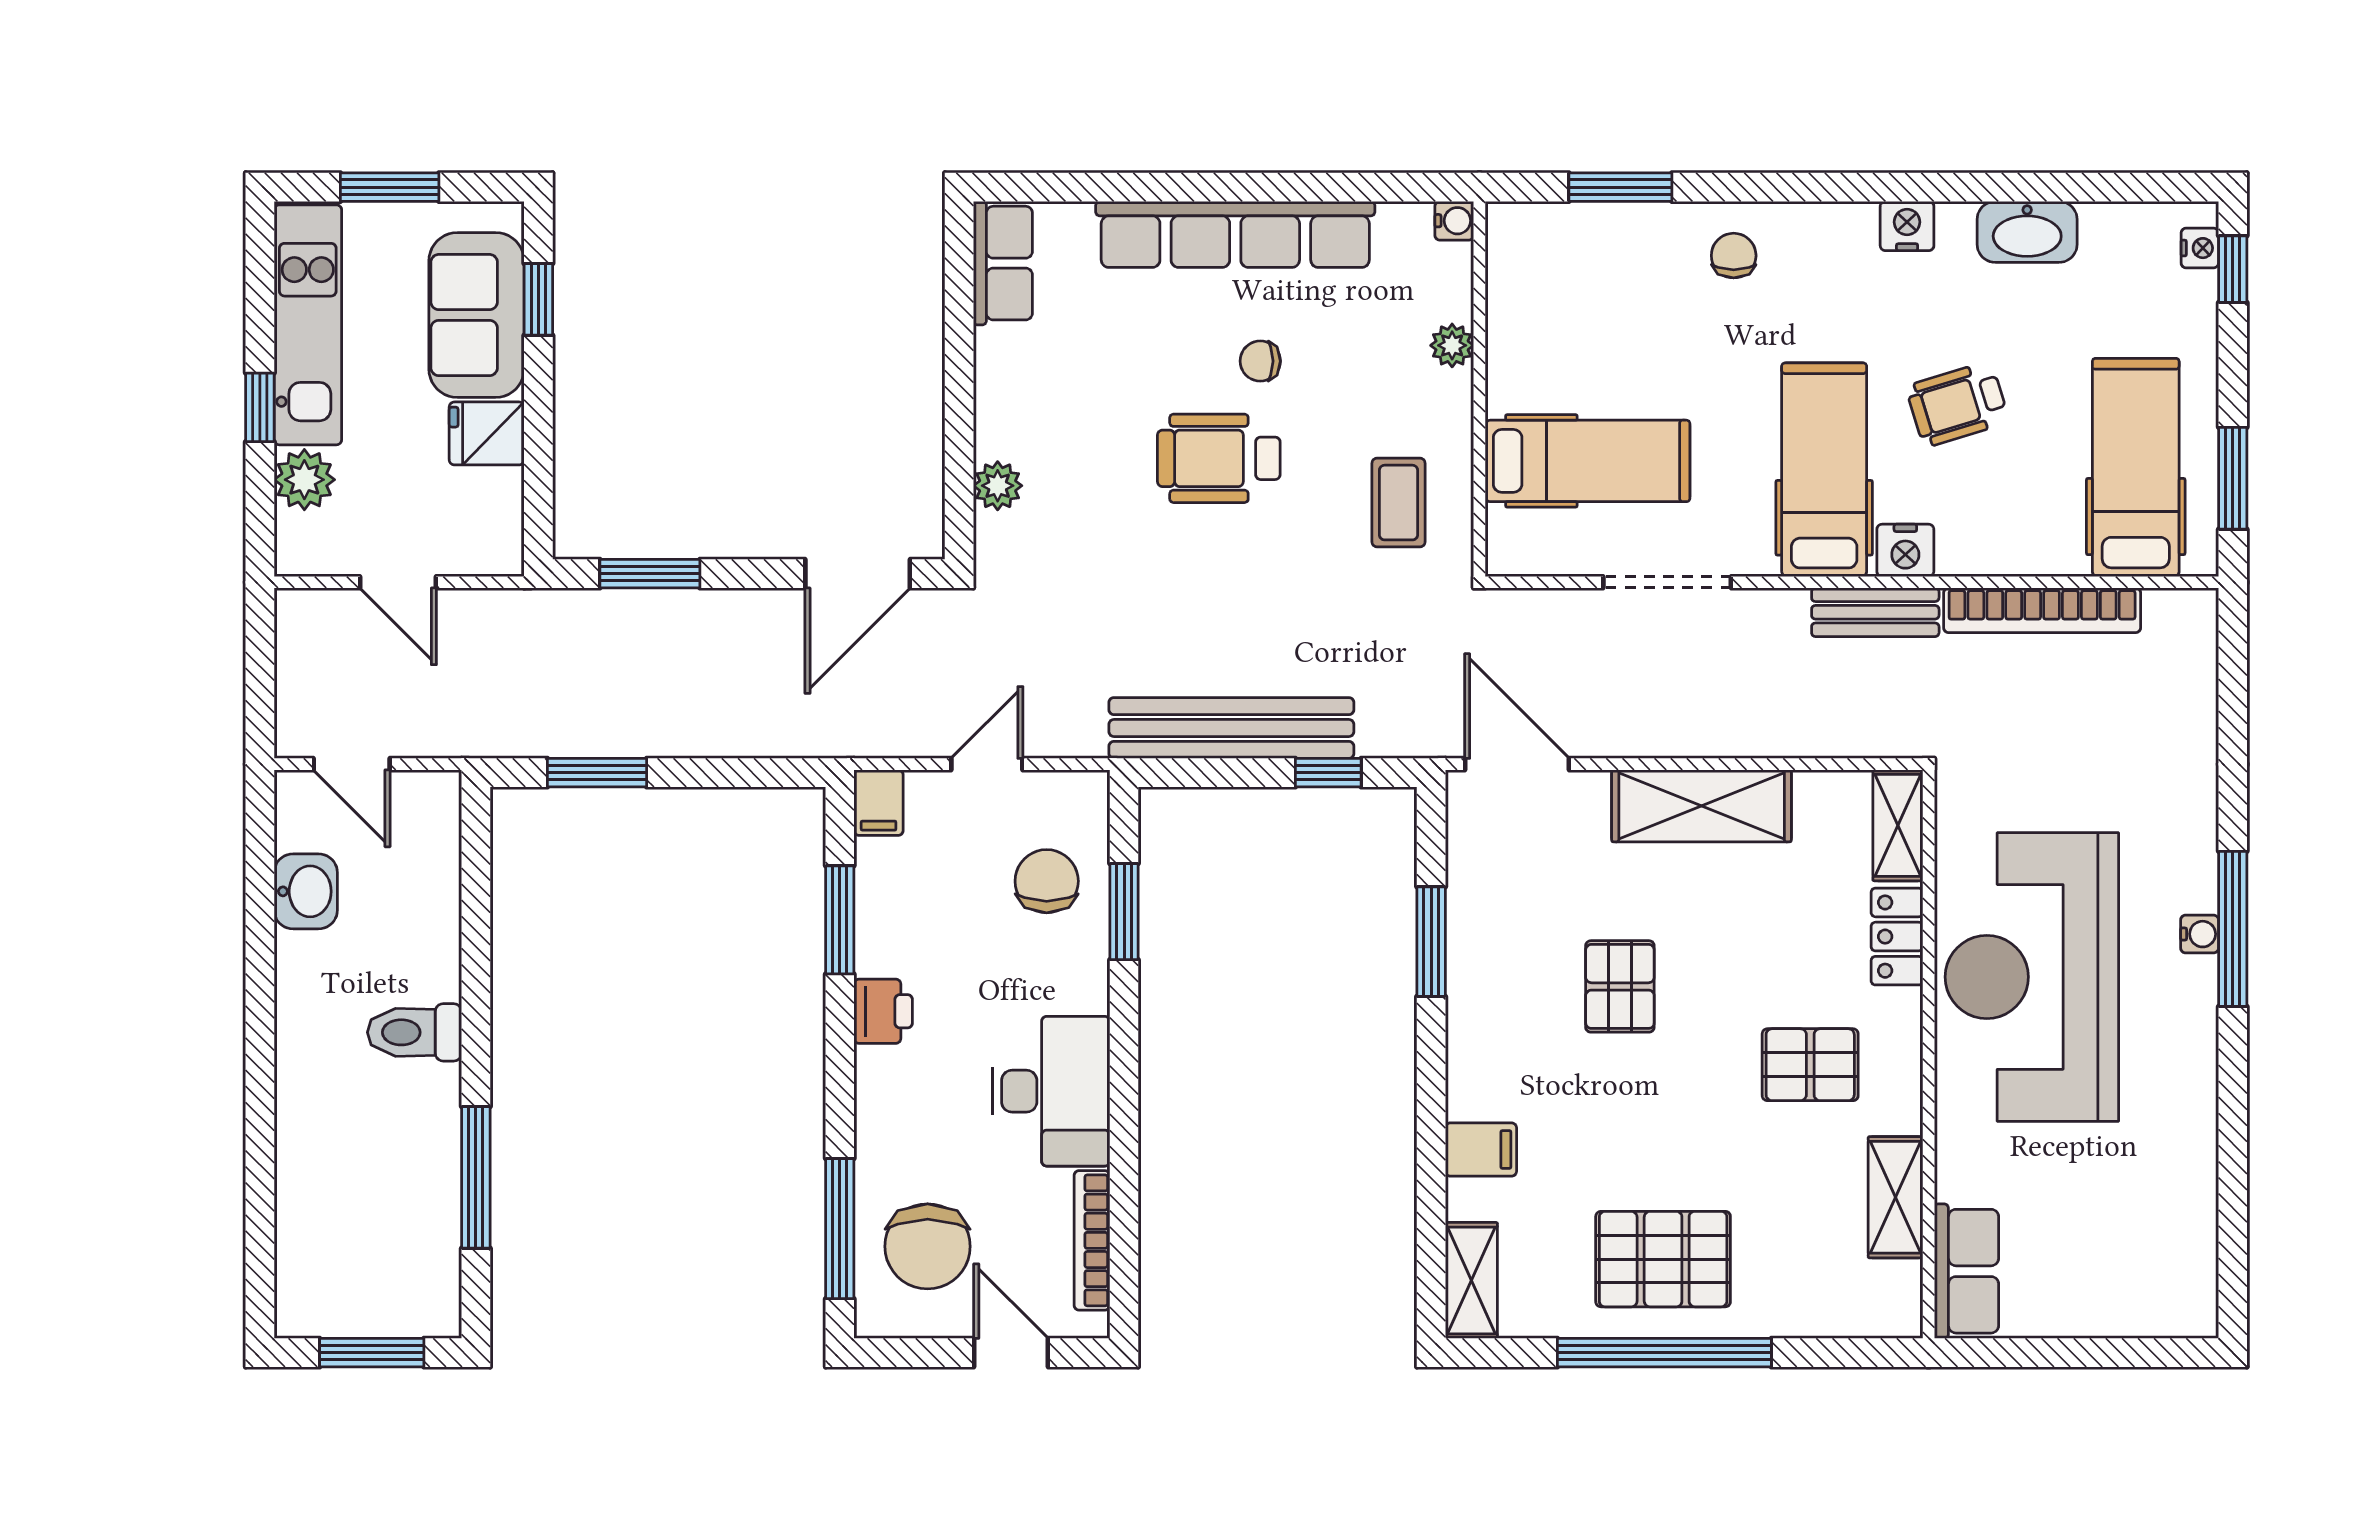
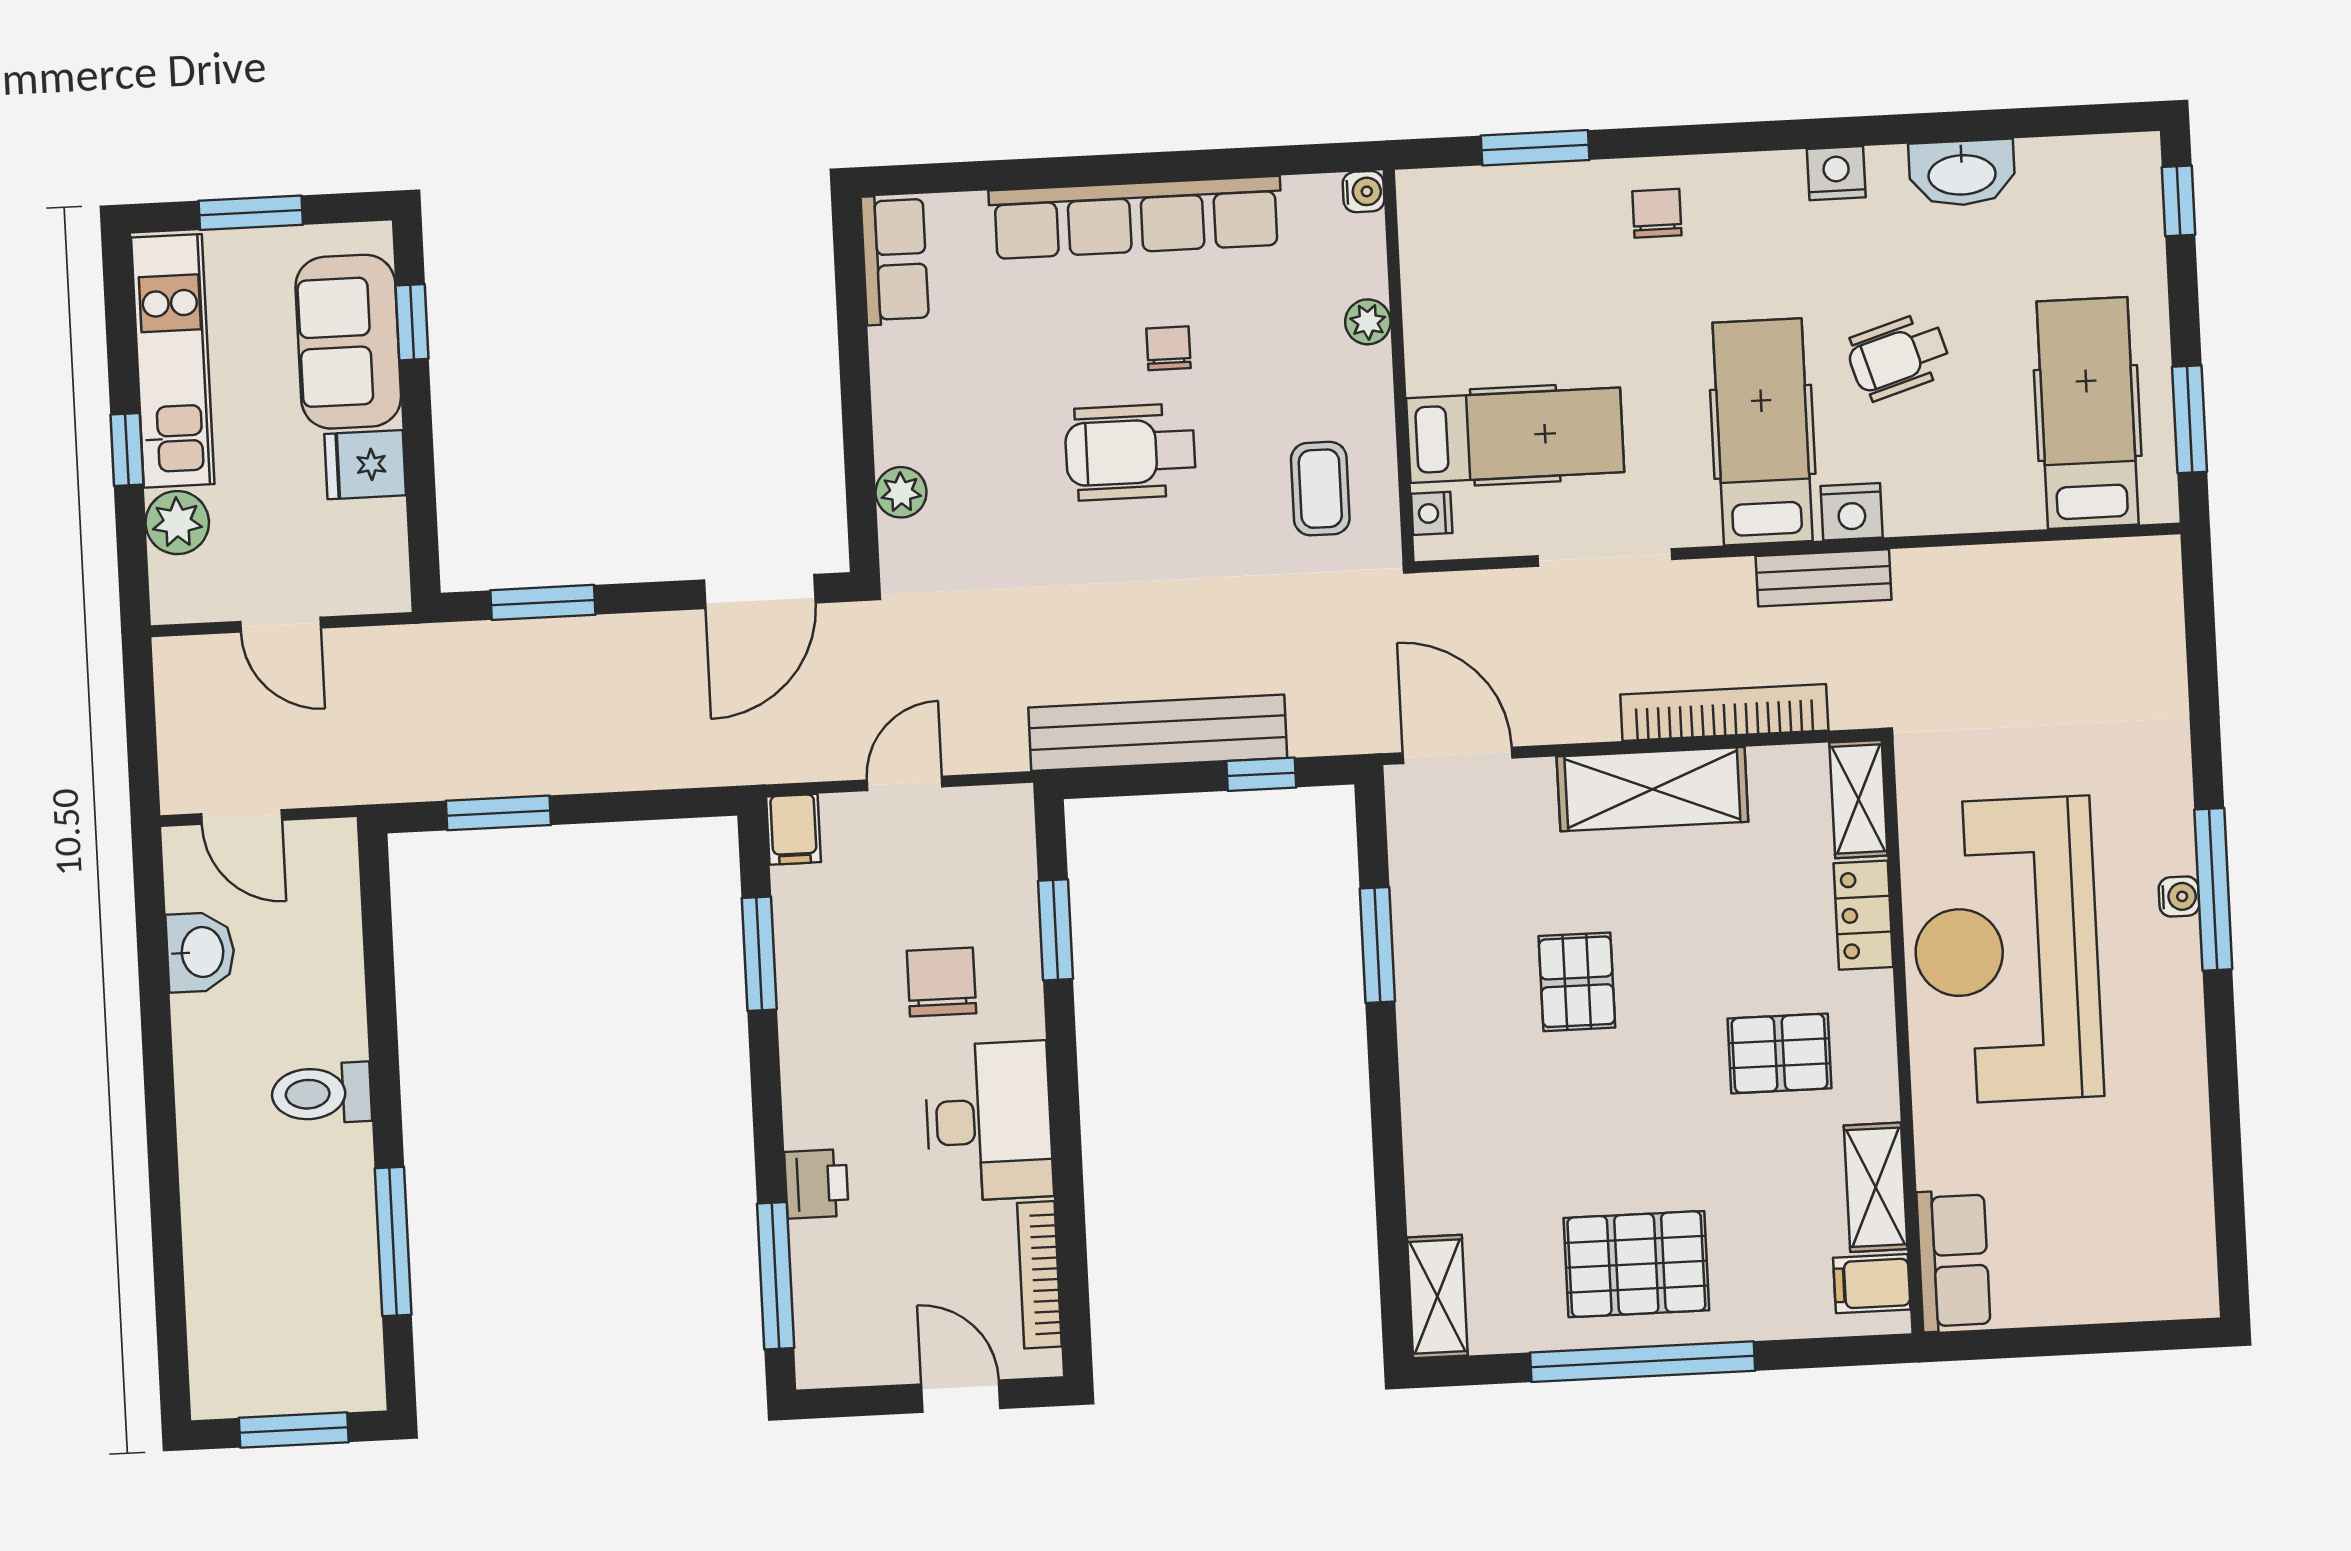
nightstand: (2200, 248) -> (1432, 513), moved, turned 180
chair: (1260, 361) -> (1168, 348), turned 90
bookcase: (2042, 610) -> (1724, 713), moved, turned 180
chair: (1047, 881) -> (941, 982), moved
printer: (883, 1011) -> (816, 1184), moved
filing cabinet: (1481, 1150) -> (1872, 1284), moved, turned 180
chair: (928, 1246) -> (868, 1290), removed

